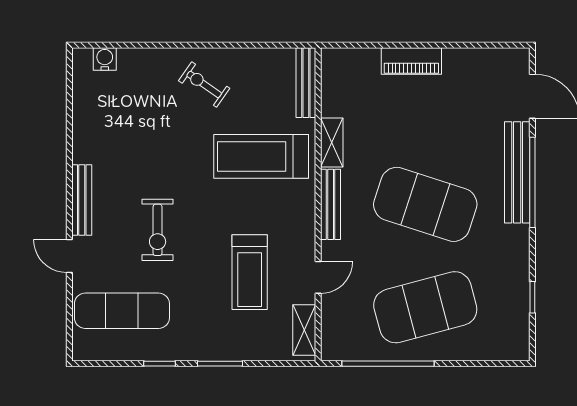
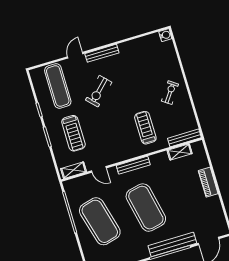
water cooler: (105, 59) -> (165, 35), moved
shelving: (332, 143) -> (180, 152), moved
treadmill: (261, 156) -> (145, 128), width x0.73, depth x0.73
exercise mat: (425, 204) -> (146, 208), turned -30
exercise bike: (158, 230) -> (99, 91), turned -44
treadmill: (250, 272) -> (73, 133), moved, turned -90

